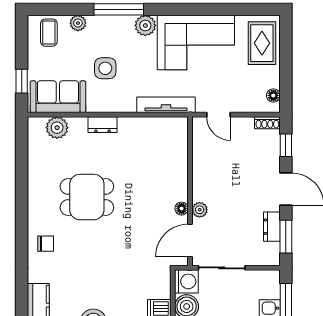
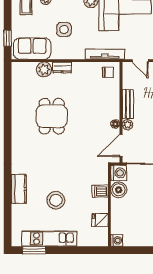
plant: (57, 128) -> (44, 69), moved
bench: (200, 179) -> (128, 104), added
dining table: (87, 197) -> (52, 116), turned 90
chair: (46, 244) -> (108, 72), moved

